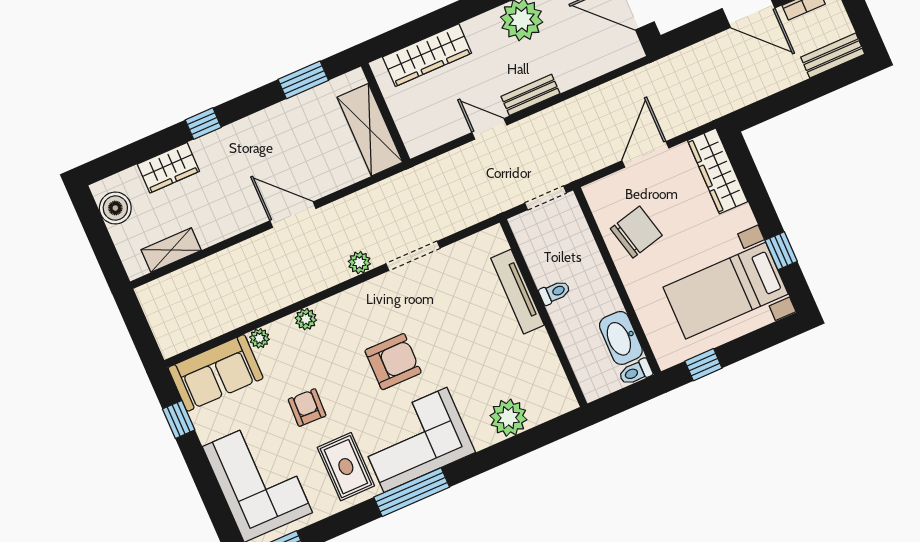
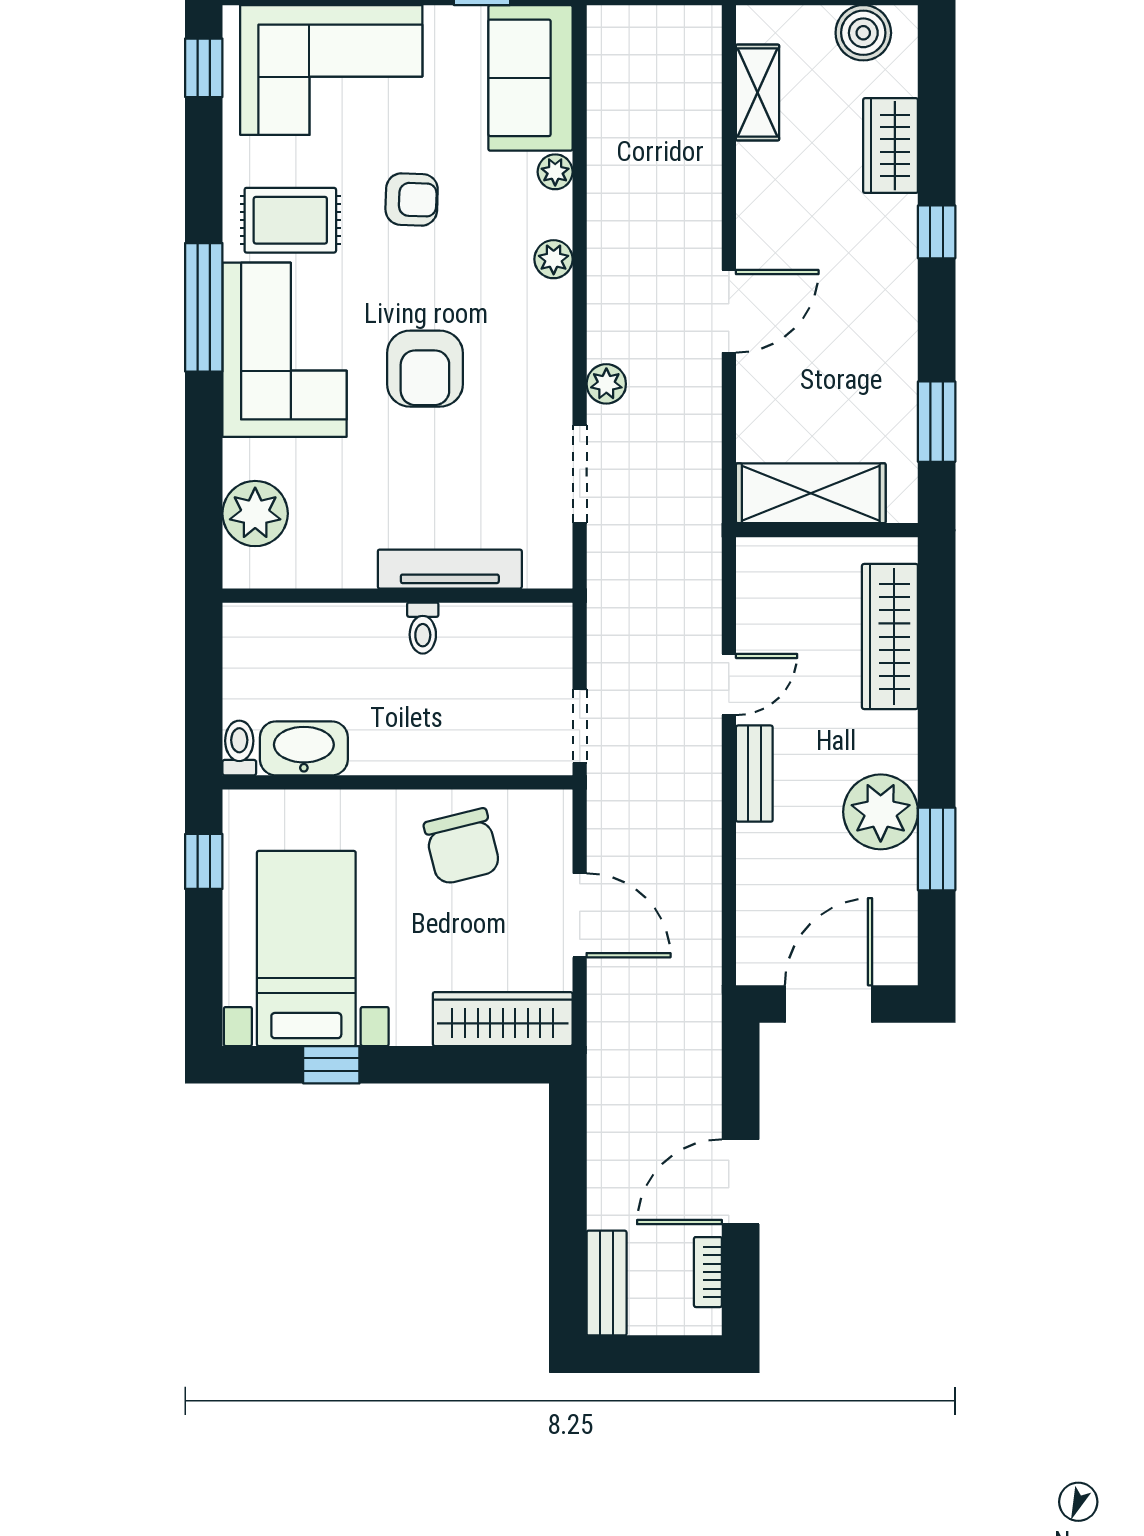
tv unit: (517, 292) -> (450, 569), moved
toilet: (555, 292) -> (423, 628), moved
wall: (543, 313) -> (398, 596), moved

